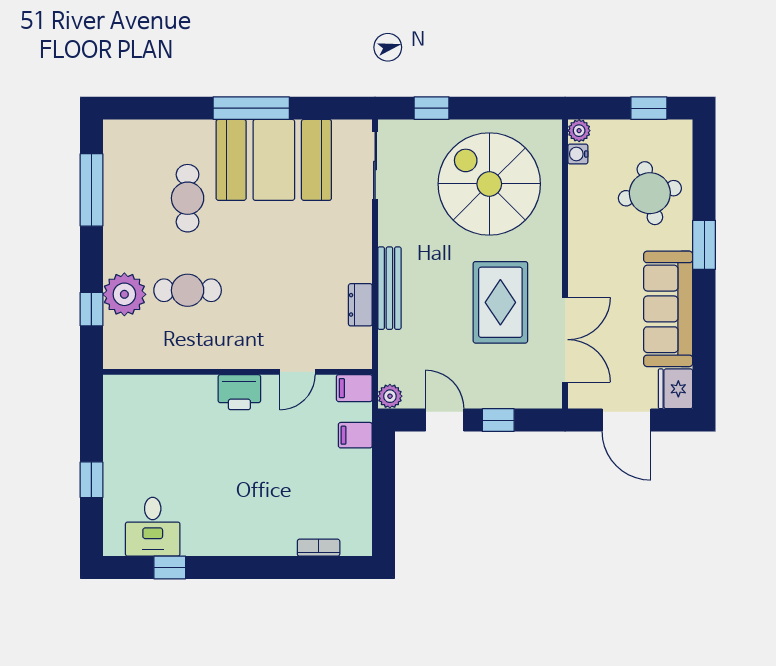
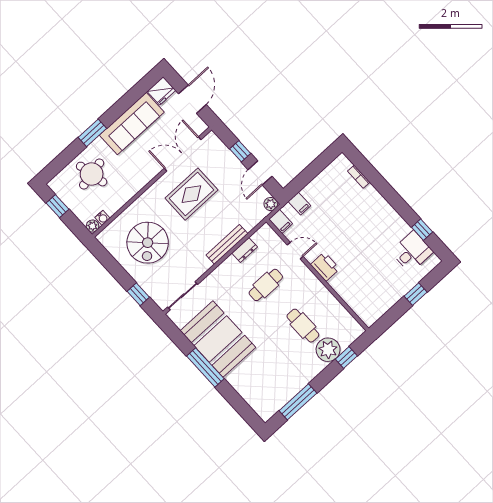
spiral stairs: (489, 184) -> (148, 243), width x0.73, depth x0.73
cafe table: (188, 198) -> (266, 285), moved

